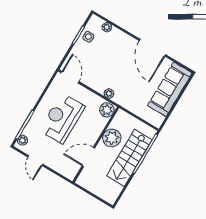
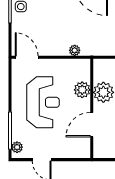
plant: (107, 110) -> (82, 90), moved
reception desk: (62, 118) -> (43, 102), turned 180

